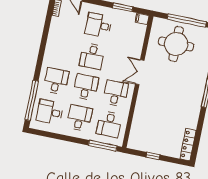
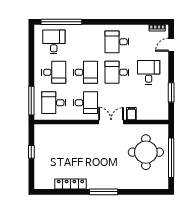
filing cabinet: (142, 19) -> (131, 114), moved
desk: (56, 81) -> (117, 42), moved, turned 180
locker: (188, 145) -> (70, 184), moved

